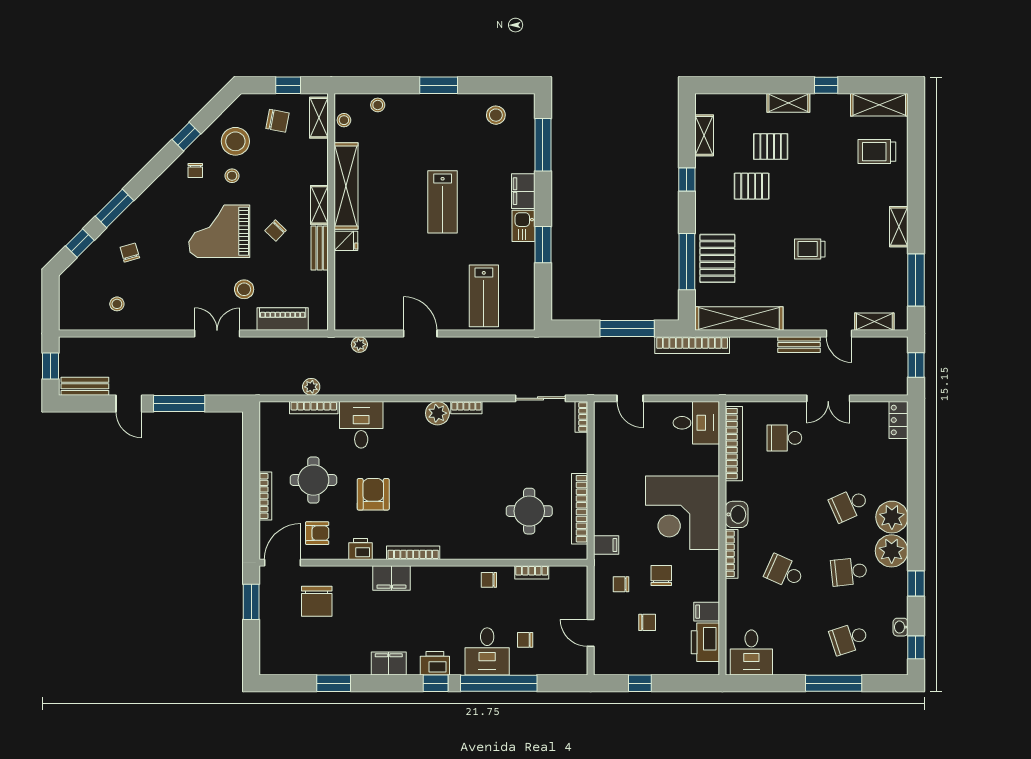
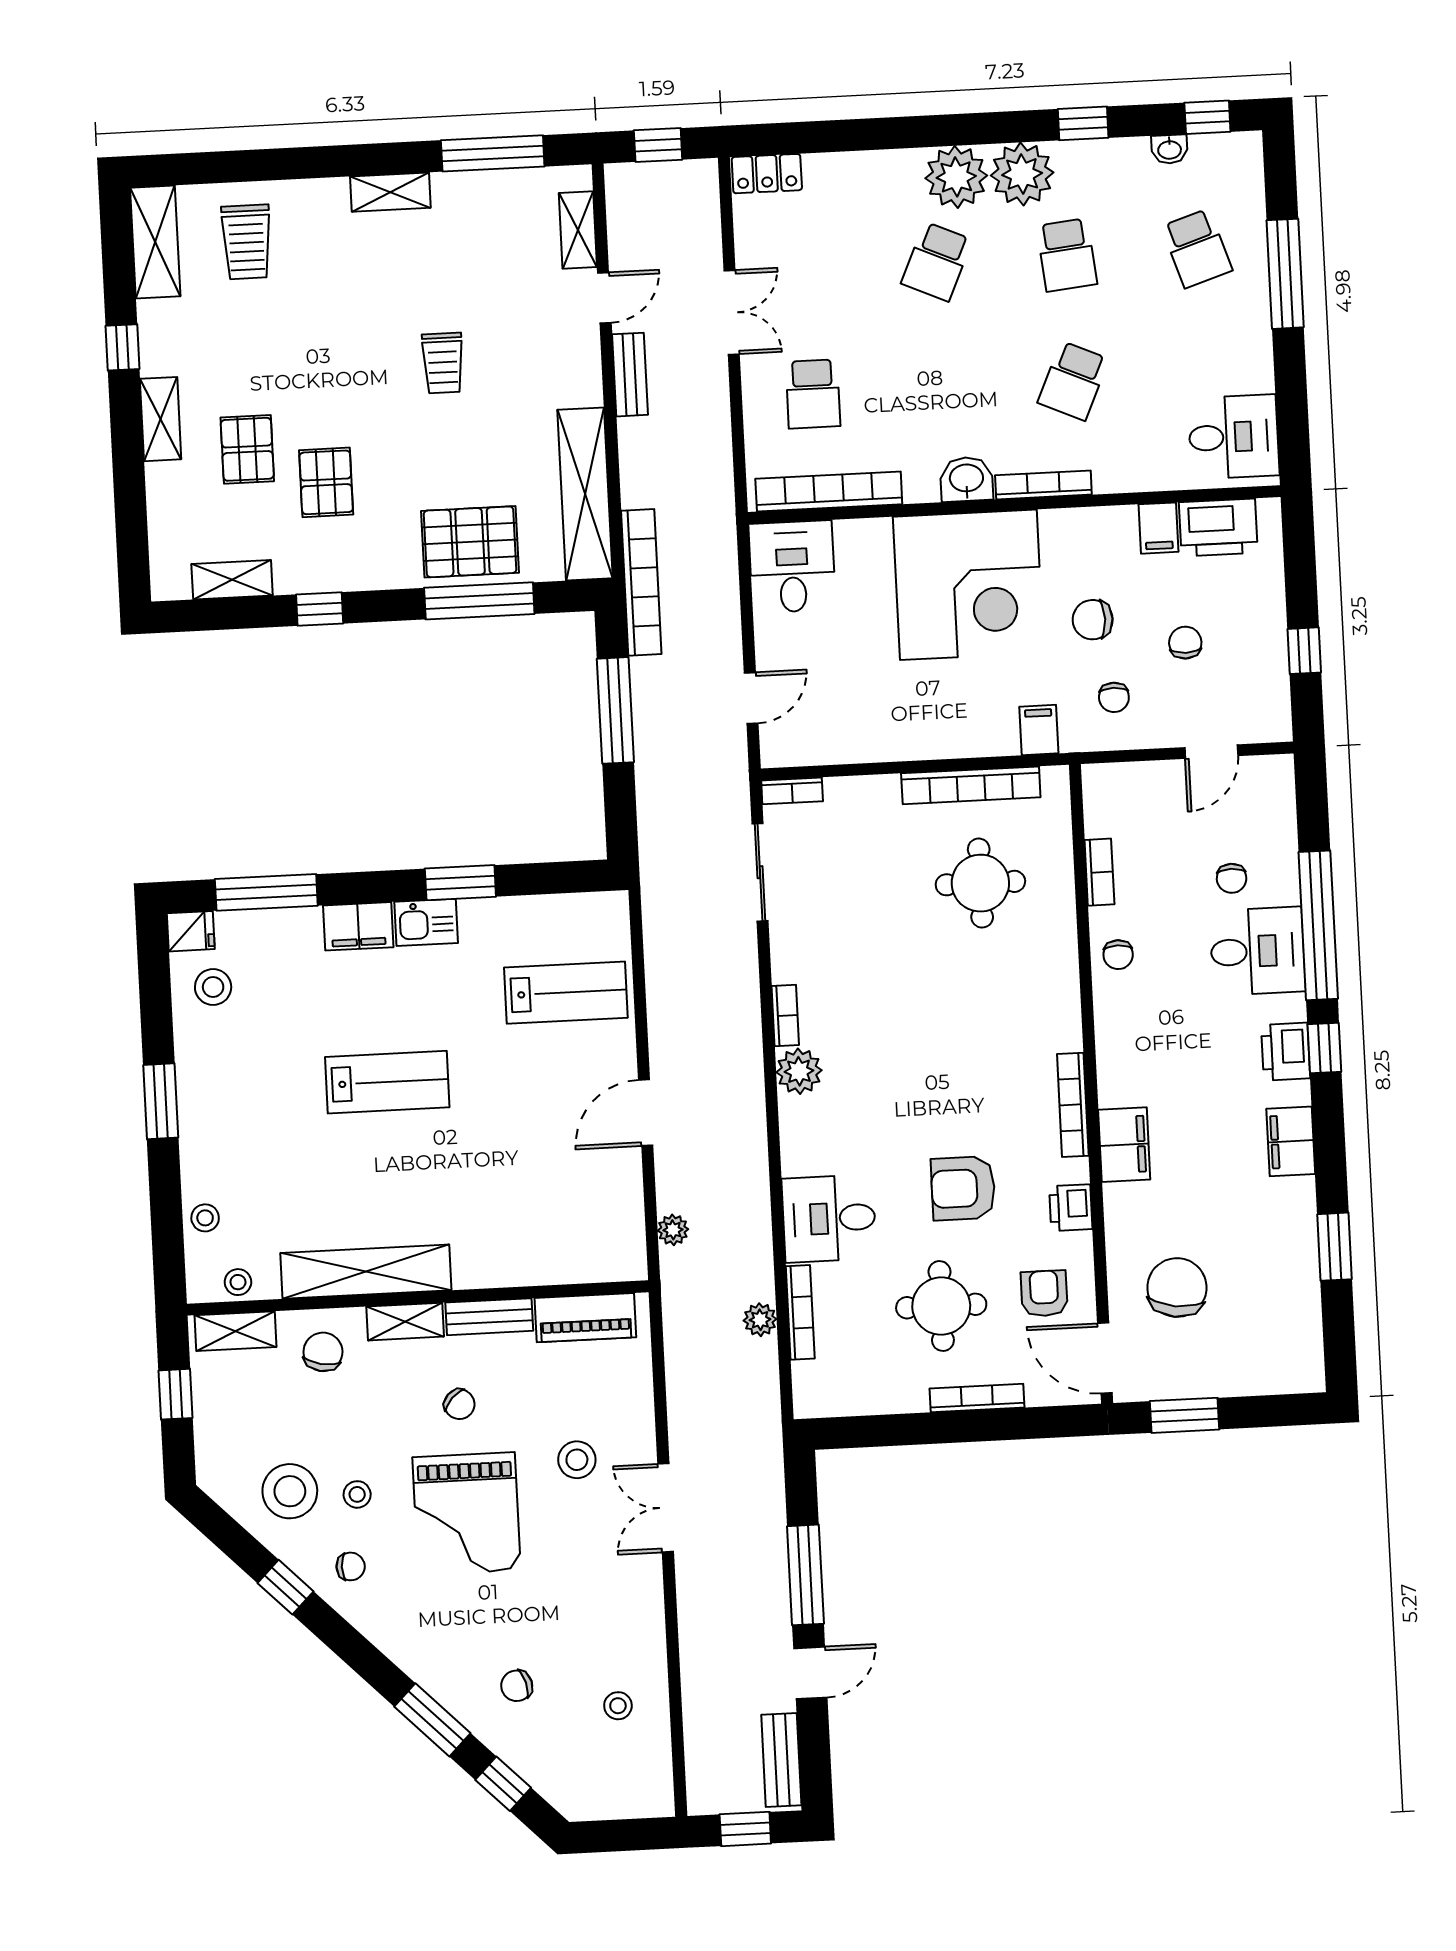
chair: (278, 121) -> (323, 1352), moved
fridge: (346, 241) -> (191, 931), moved, turned 90
piano: (283, 319) -> (585, 1318), moved, turned -90
school desk: (849, 505) -> (937, 262), turned 48
chair: (317, 601) -> (1177, 1288), turned -82

